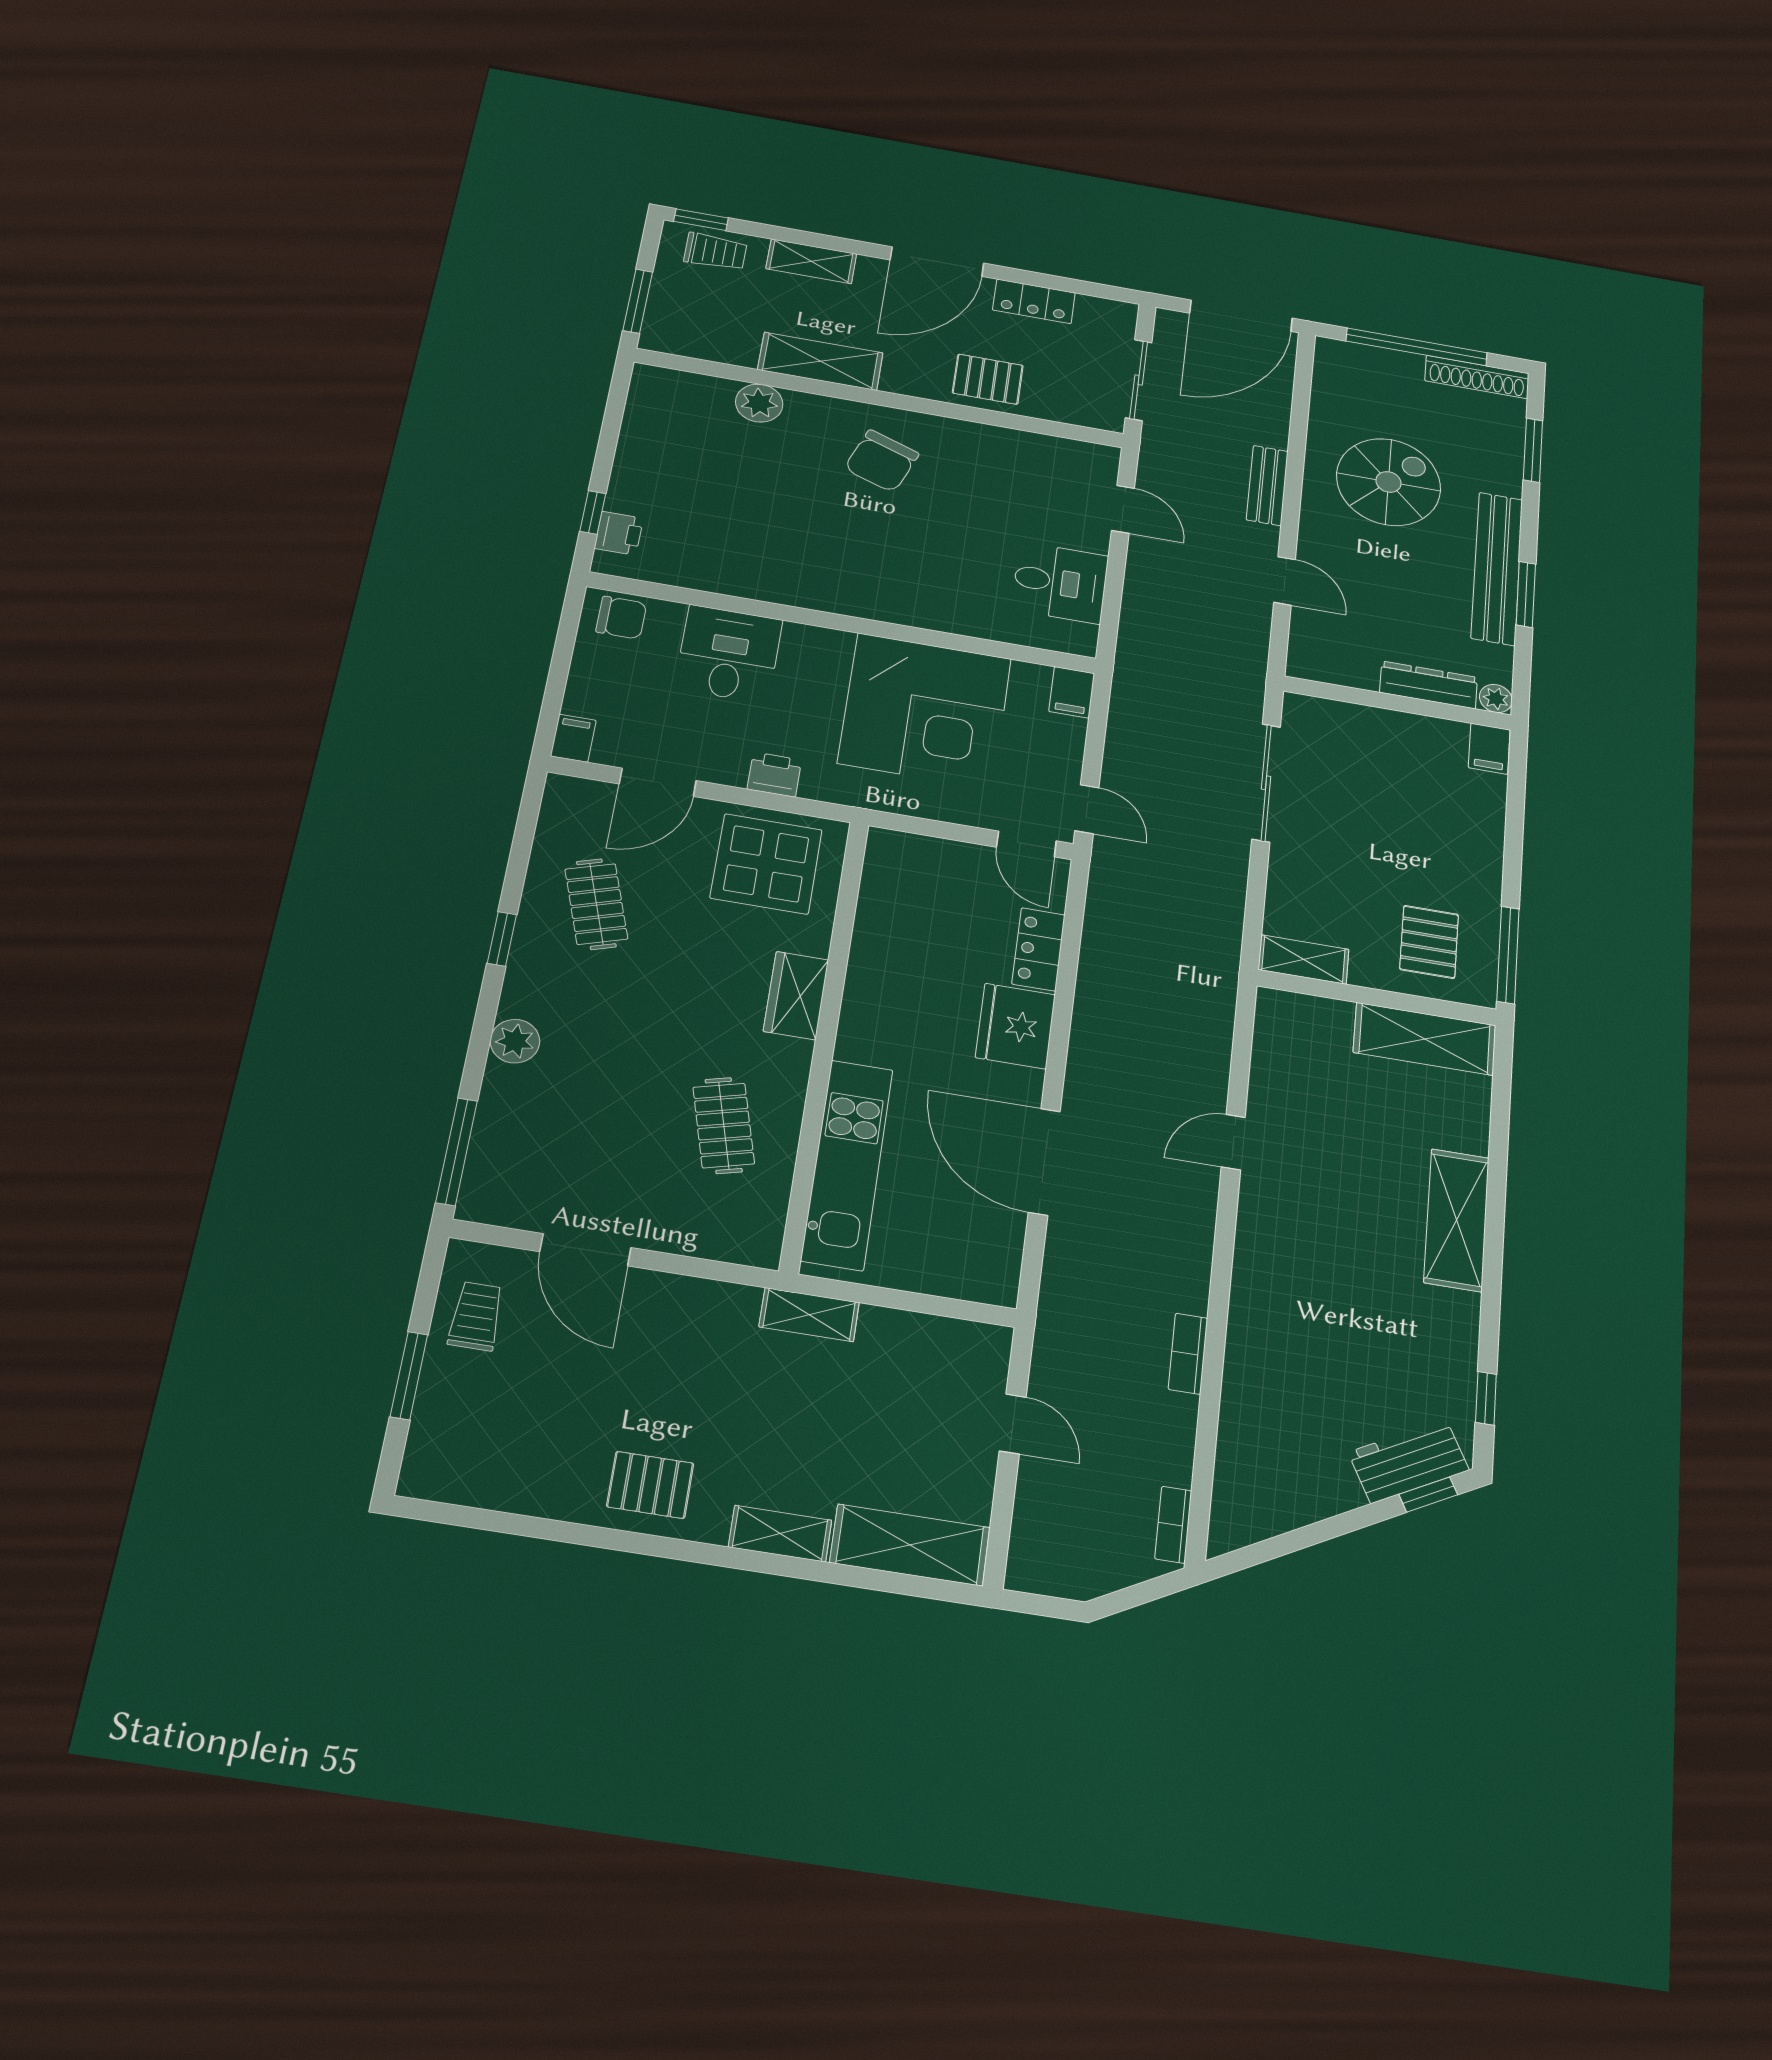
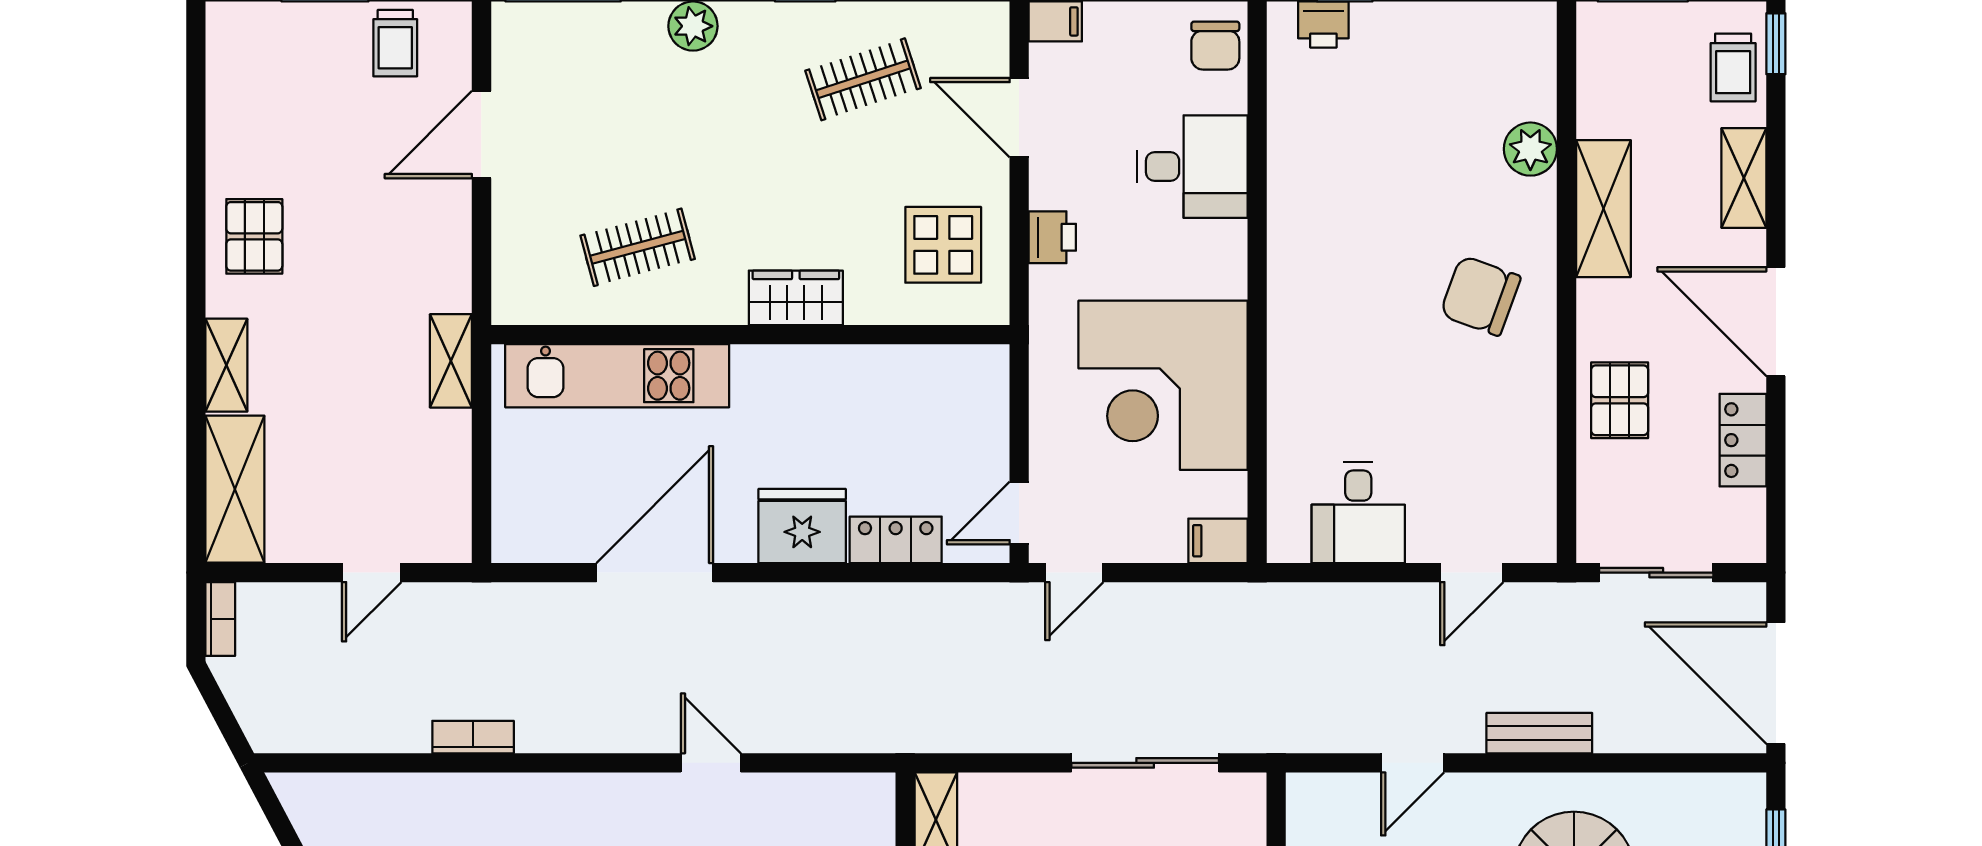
display table: (766, 864) -> (943, 245), width x0.73, depth x0.73
trolley: (476, 1316) -> (395, 43), turned 90
bookcase: (1173, 1525) -> (220, 619), moved, turned 90

